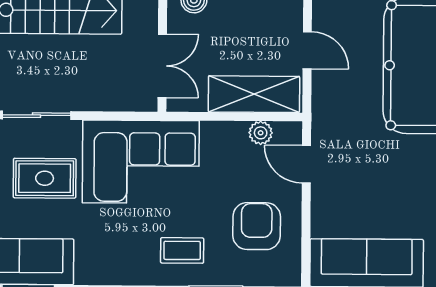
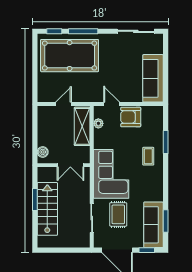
double door: (162, 66) -> (70, 165), swing flipped
door: (306, 164) -> (112, 104), swing flipped
armchair: (257, 226) -> (131, 117), moved

